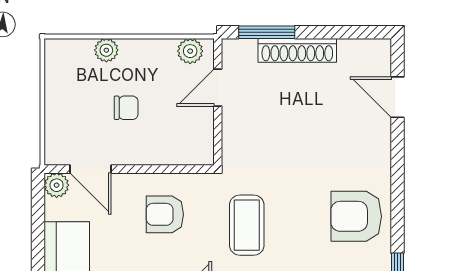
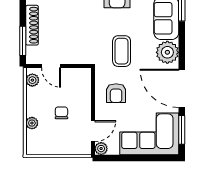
coffee table: (247, 225) -> (122, 51), turned 90

